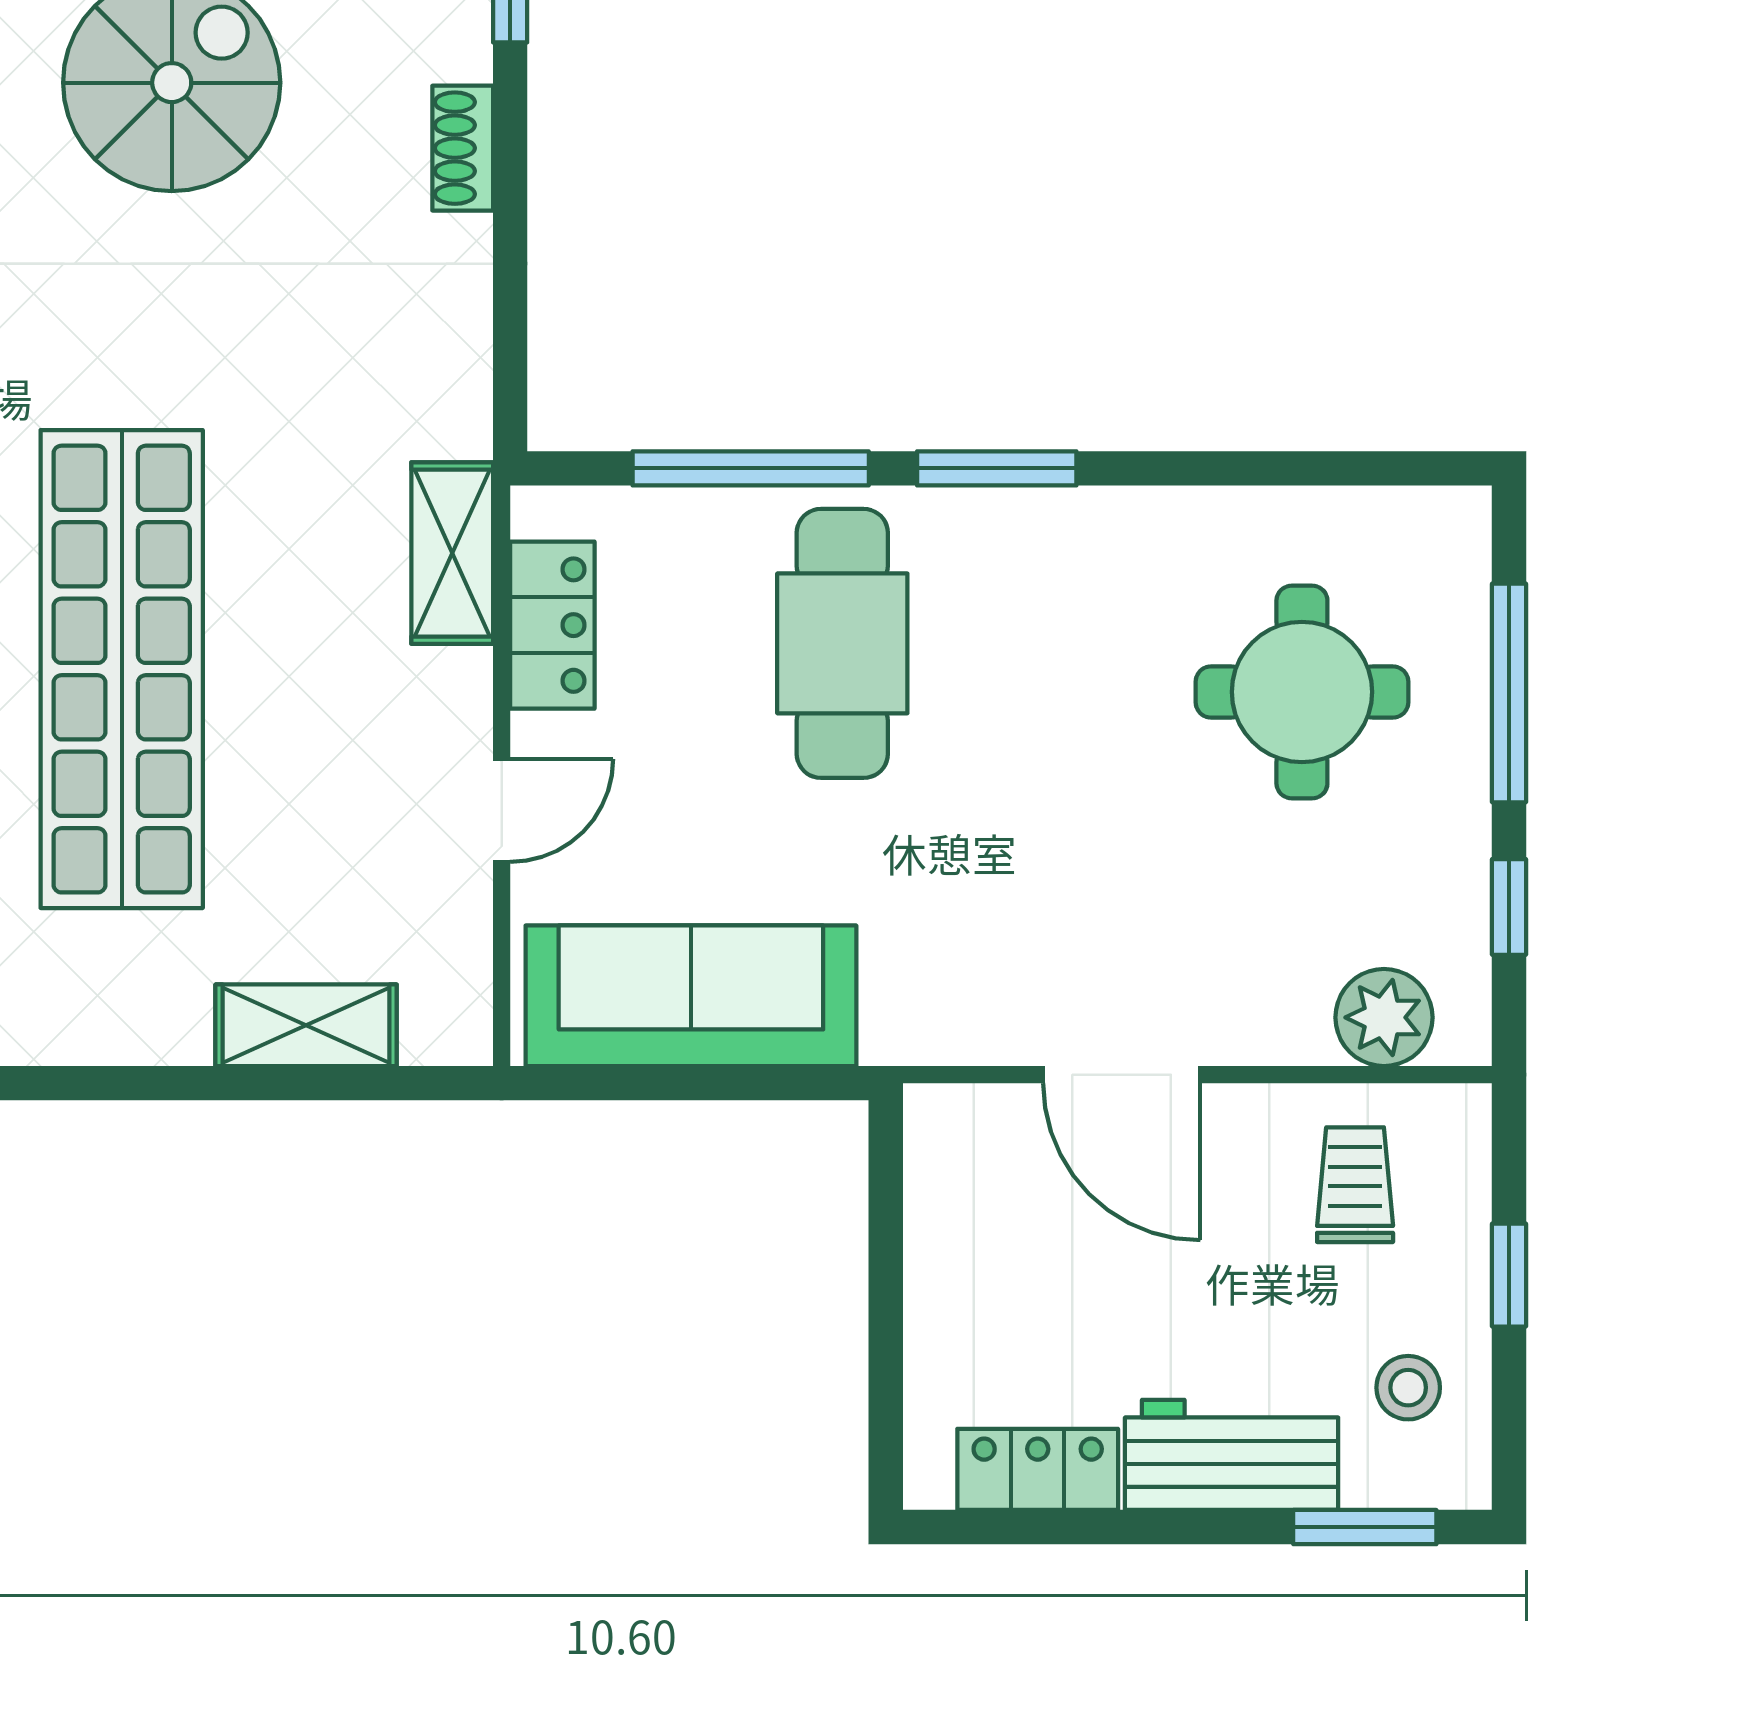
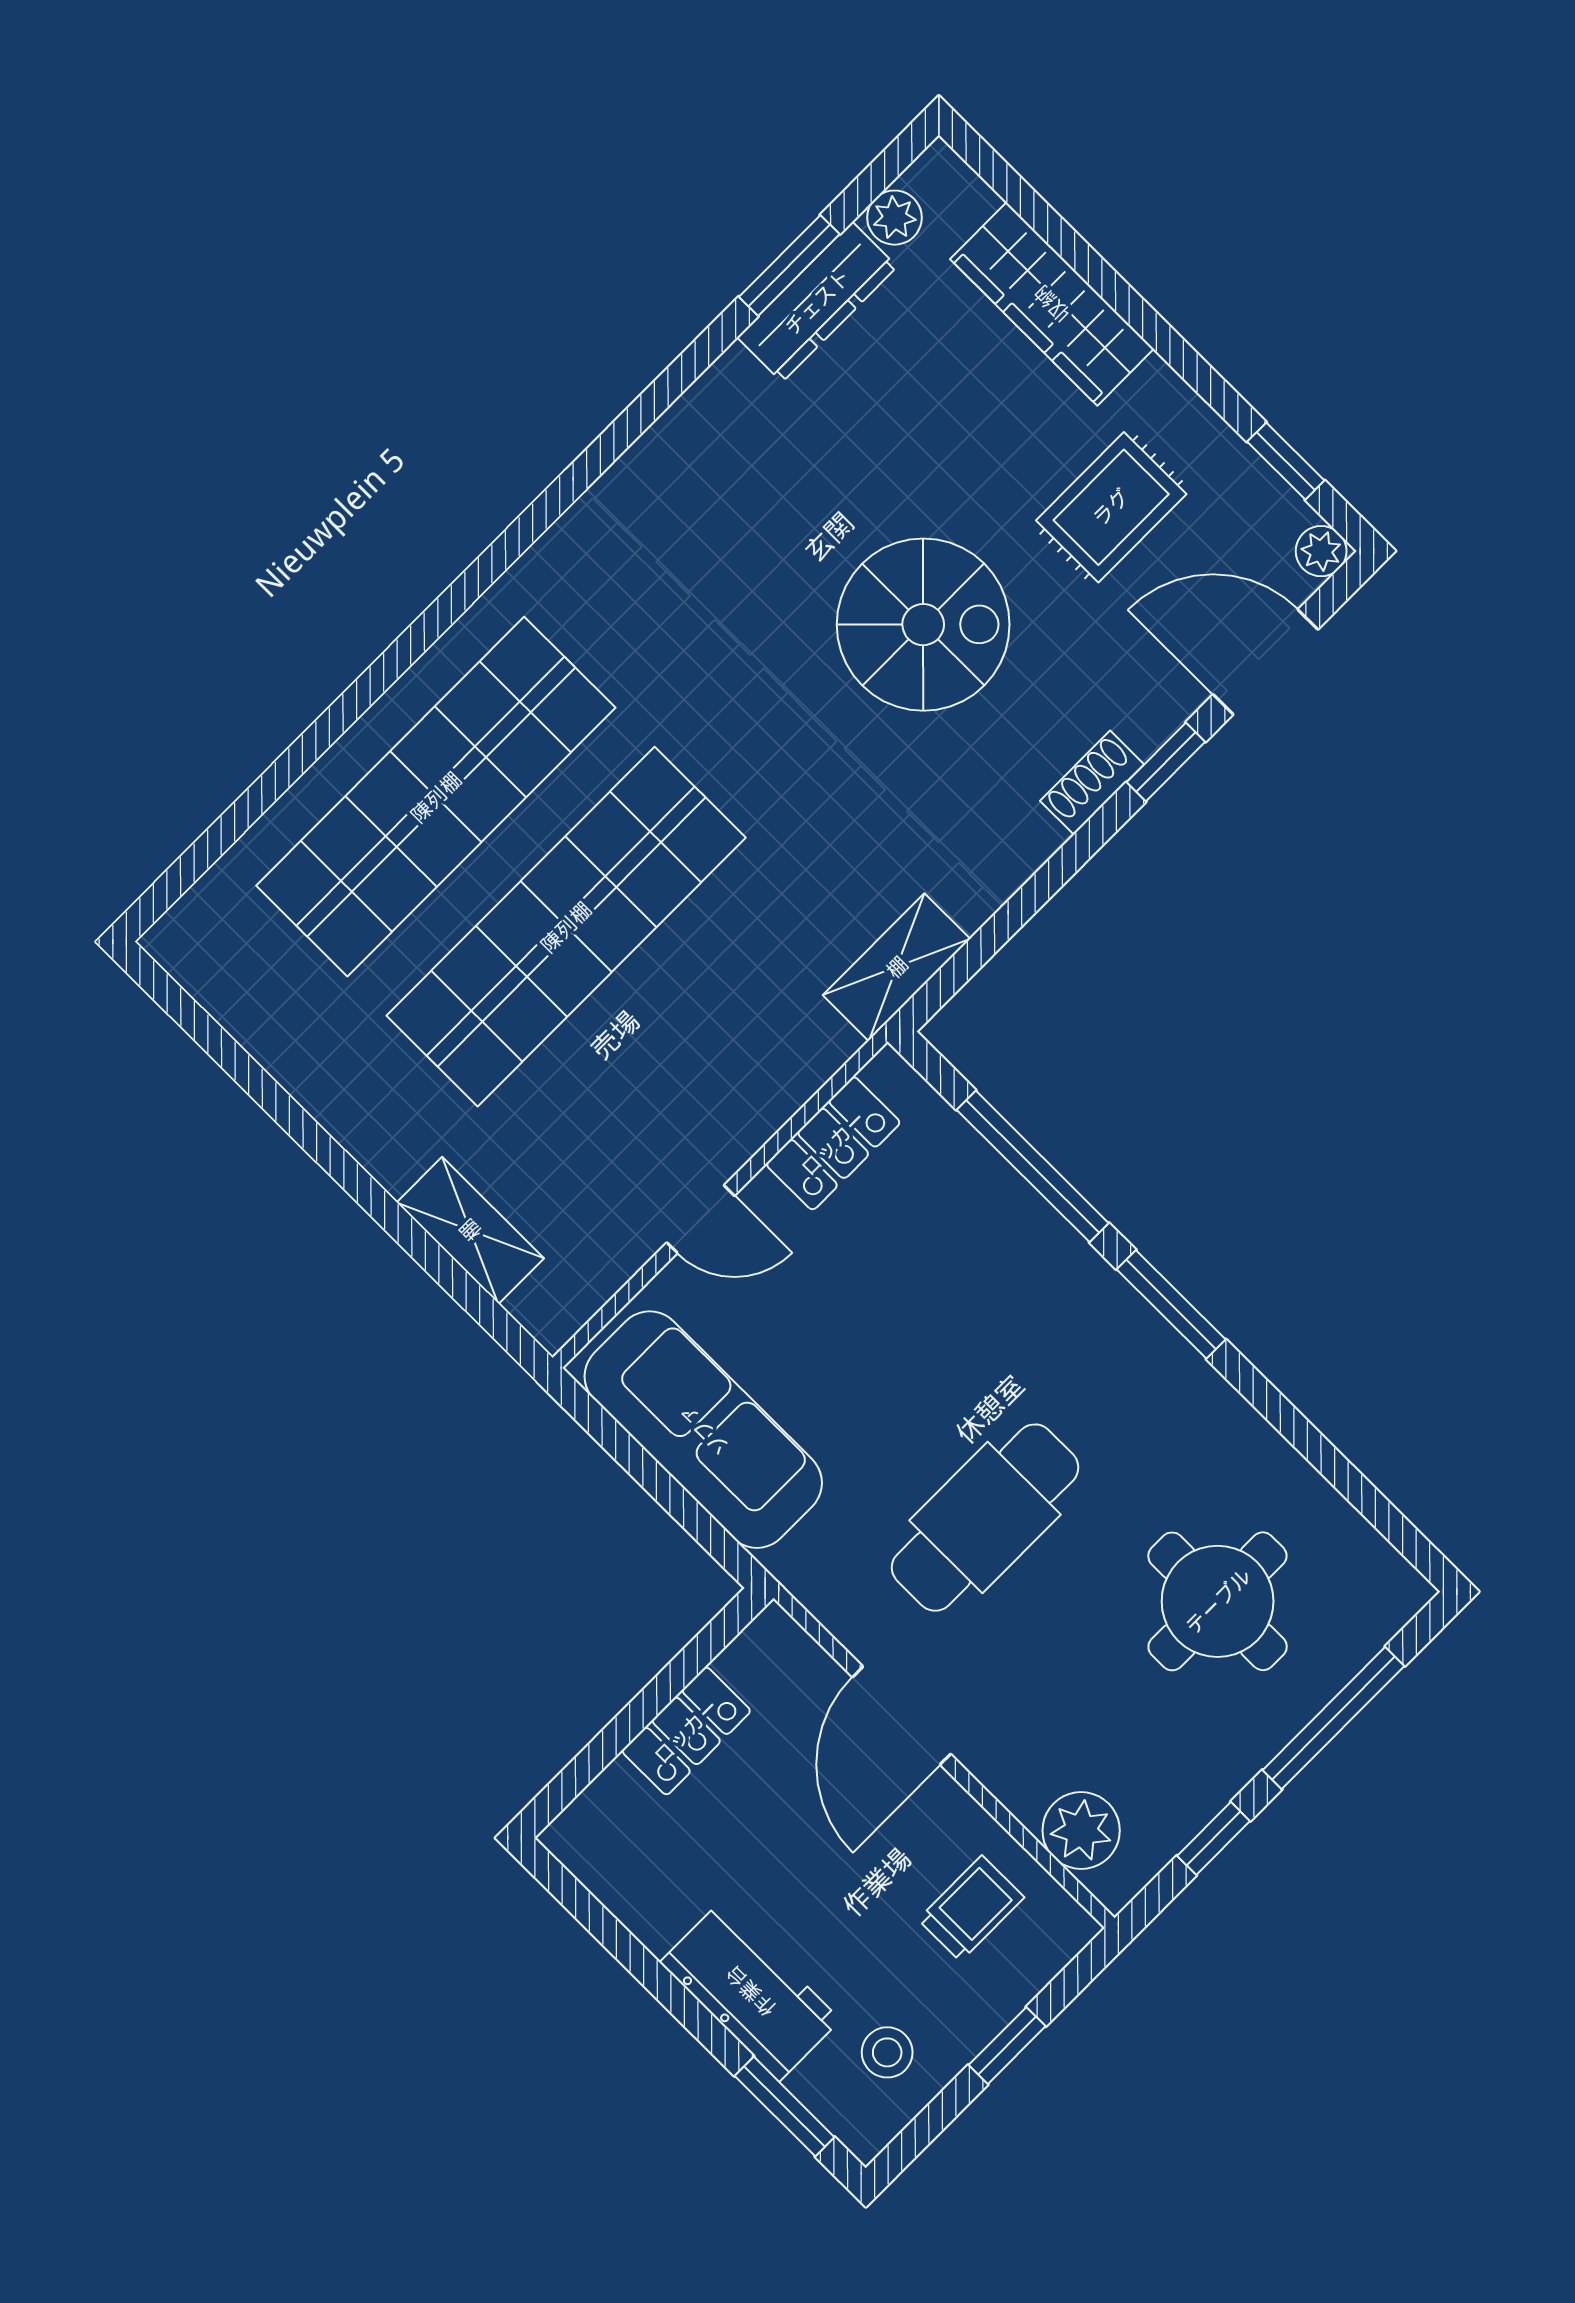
shoe rack: (463, 148) -> (1092, 783), moved
shelving: (452, 553) -> (897, 967), moved
cafe table: (842, 643) -> (985, 1518), moved
locker: (1038, 1469) -> (686, 1731), moved, turned 90

